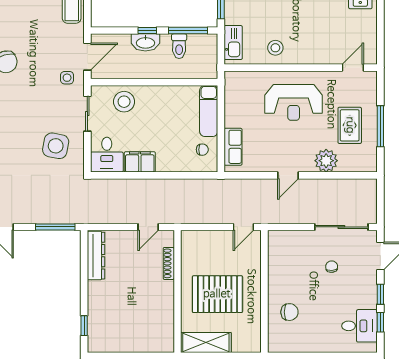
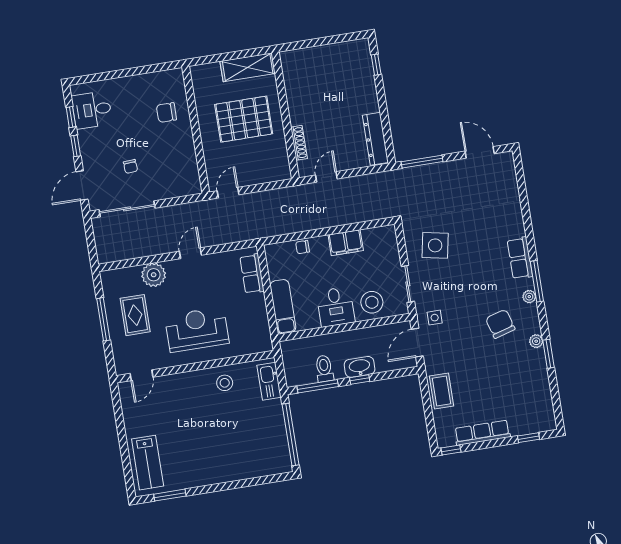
chair: (202, 150) -> (303, 247), moved
desk: (107, 155) -> (336, 307), moved, turned 180

